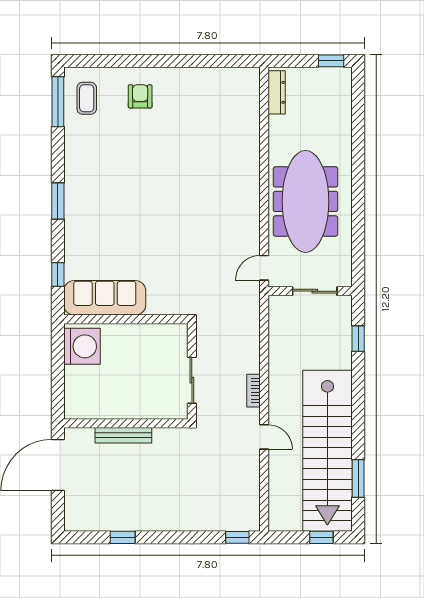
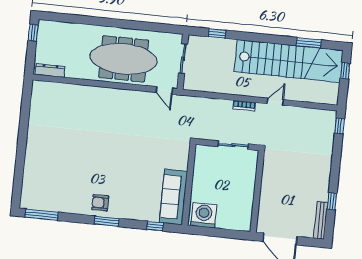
armchair: (140, 96) -> (100, 203), moved
coffee table: (87, 98) -> (41, 196), removed
bench: (123, 435) -> (321, 220), moved

